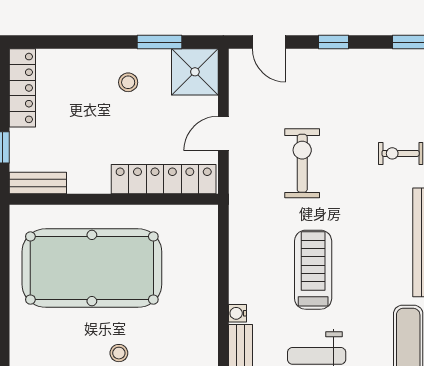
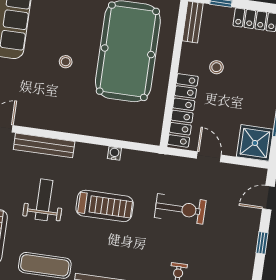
stool: (128, 82) -> (216, 67), moved
water cooler: (237, 313) -> (114, 153), moved

